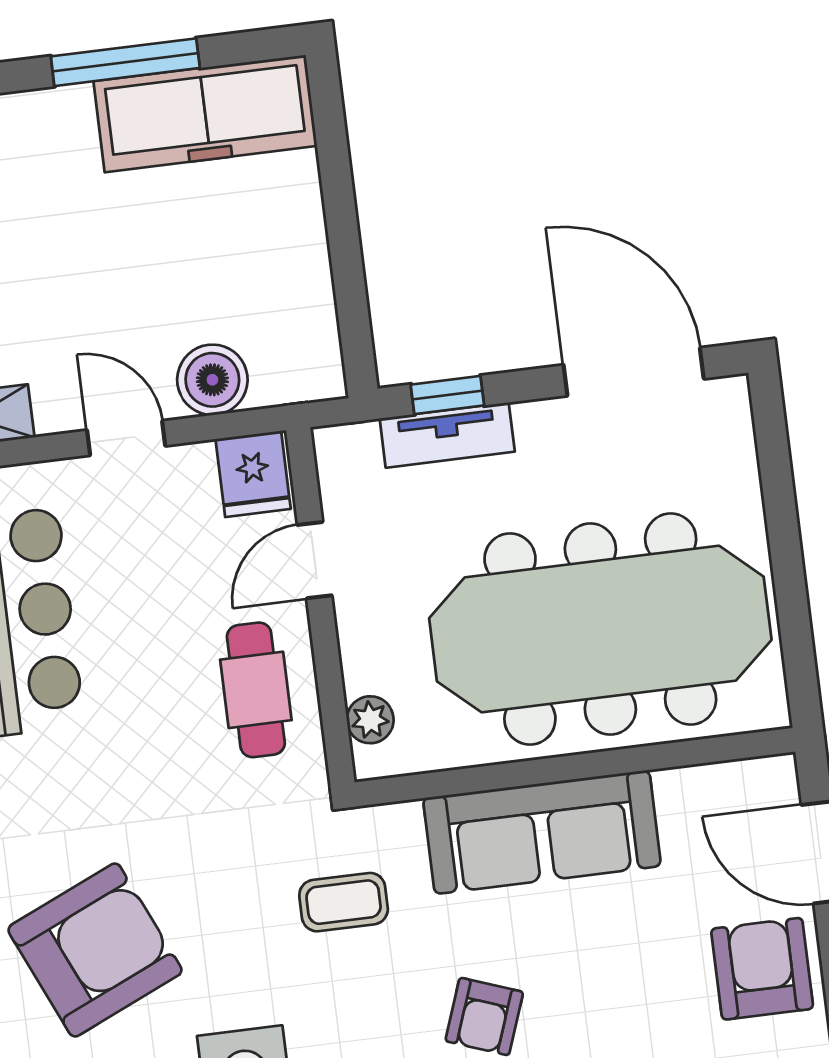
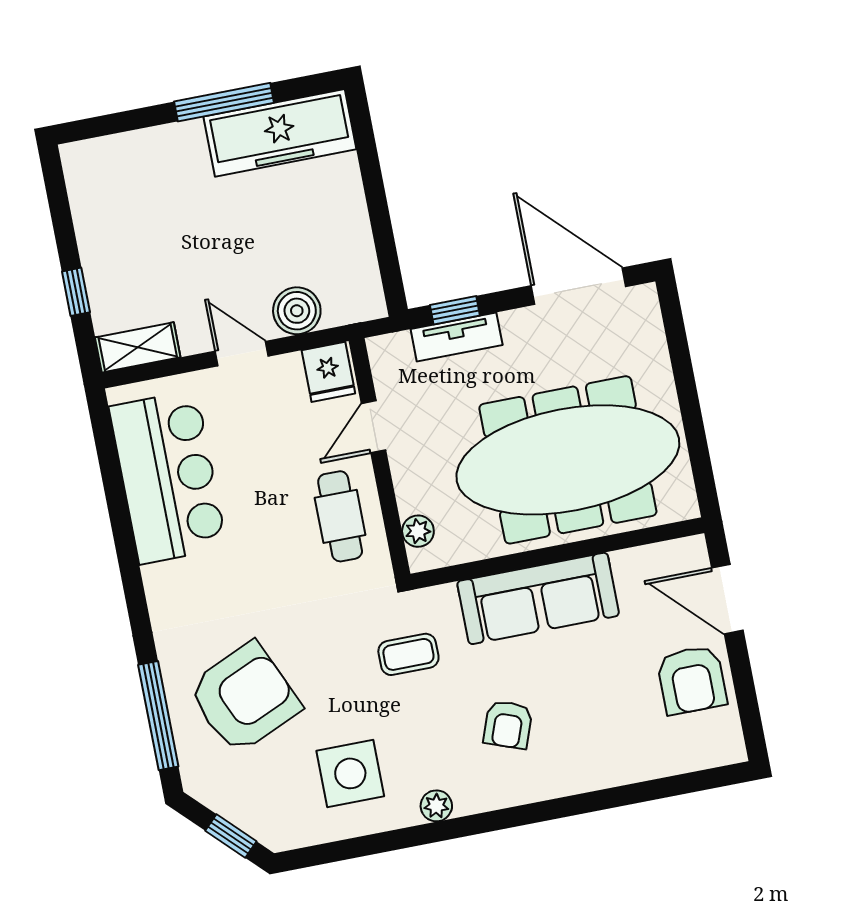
armchair: (762, 969) -> (692, 680), turned 180

